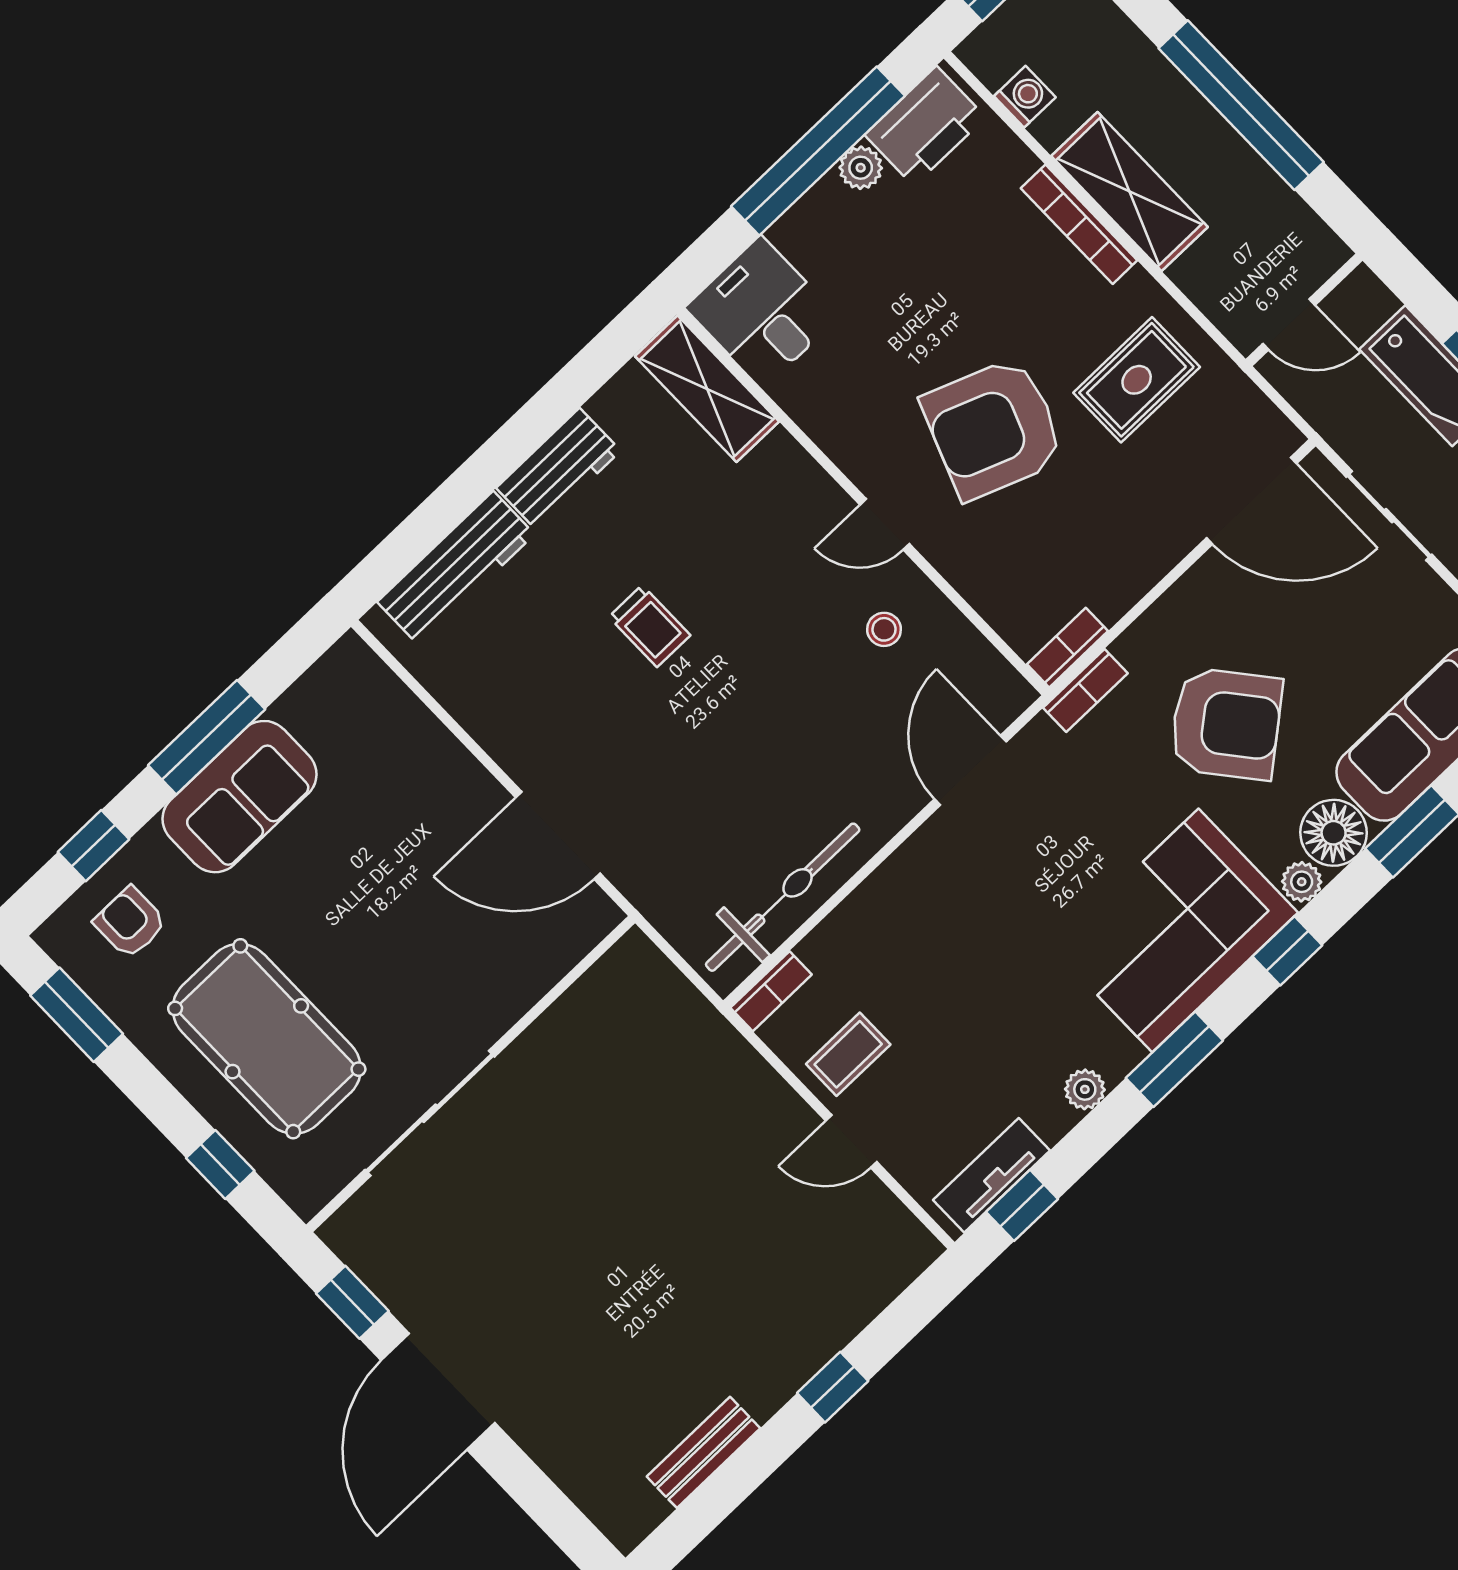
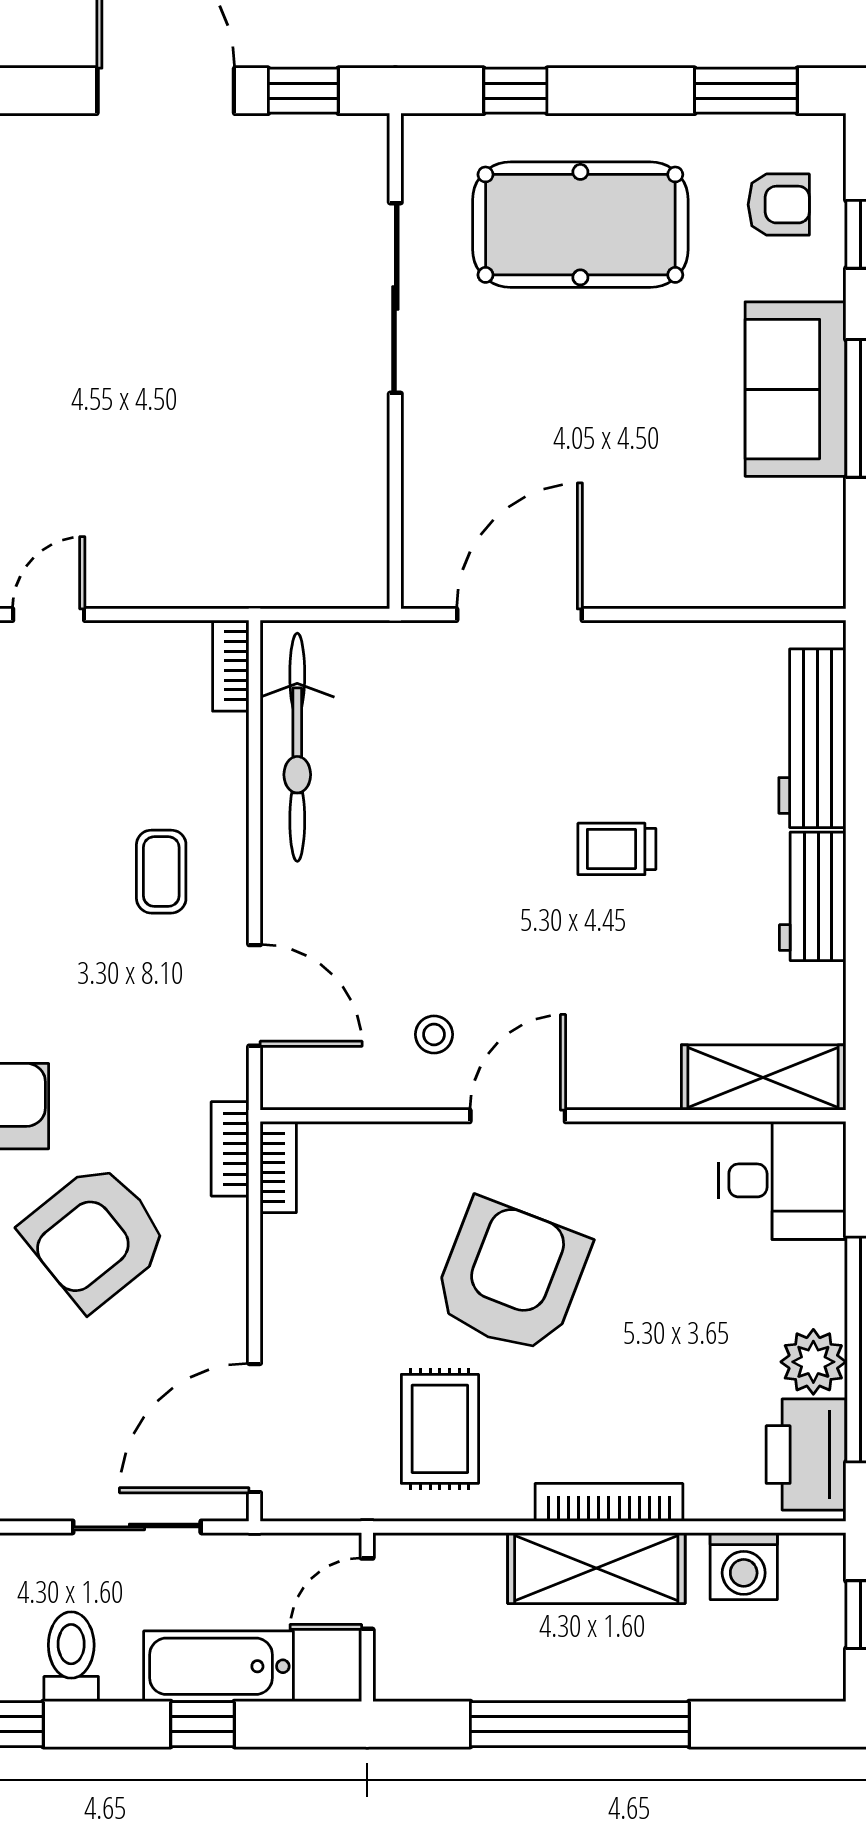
washing machine: (1025, 97) -> (744, 1566), width x1.38, depth x1.38
plant: (861, 168) -> (813, 1362), width x1.38, depth x1.38
door: (885, 524) -> (518, 1116), width x1.38
coffee table: (848, 1054) -> (161, 872), moved

